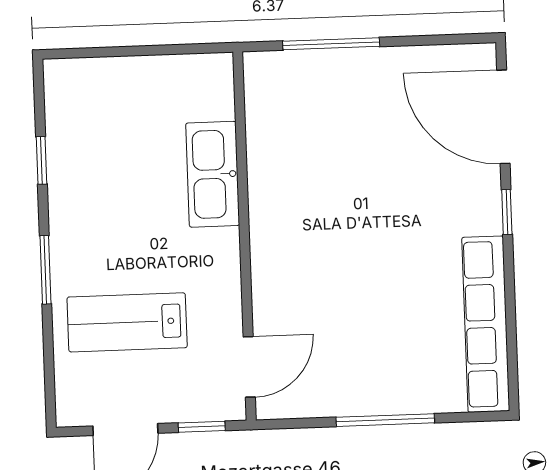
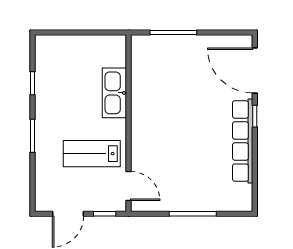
lab bench: (127, 322) -> (92, 154), moved
row of seats: (486, 324) -> (243, 141), moved
door: (249, 367) -> (128, 186), hinge flipped

